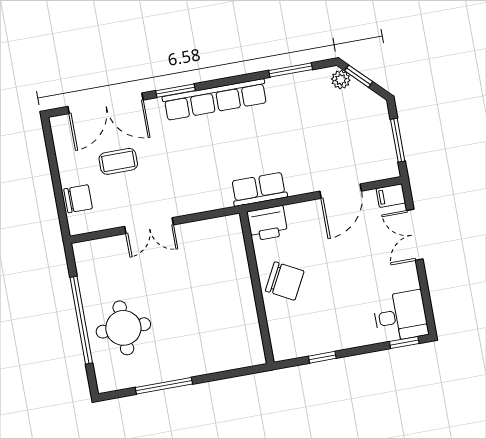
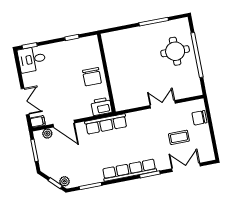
double door: (105, 103) -> (186, 167), width x0.73
plant: (373, 172) -> (47, 134), added
row of seats: (259, 189) -> (106, 124), width x1.48
door: (341, 191) -> (64, 124), swing flipped
chair: (285, 281) -> (92, 77), turned -118

